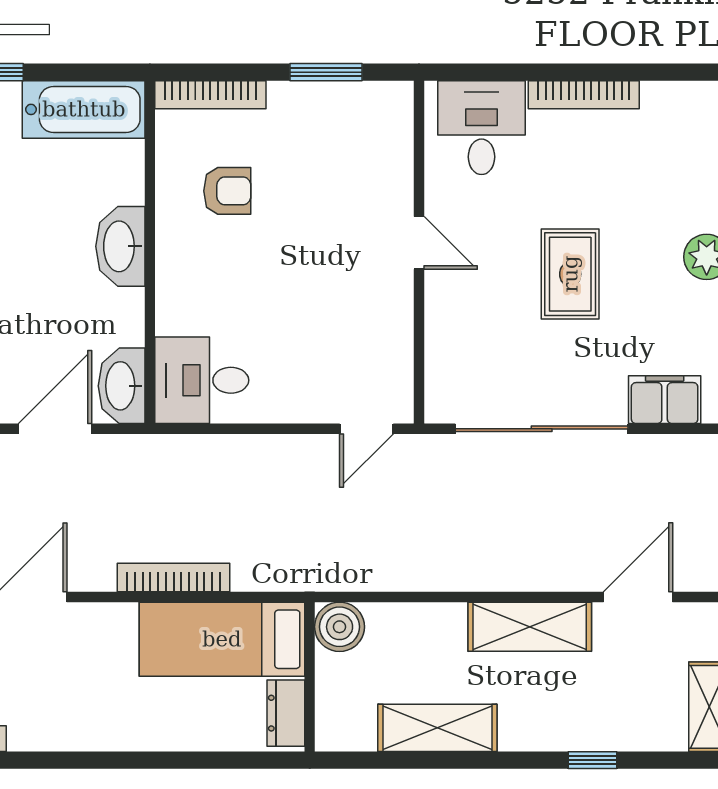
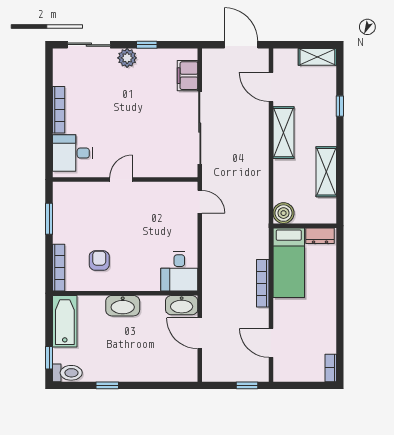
rug: (570, 274) -> (134, 116), removed

